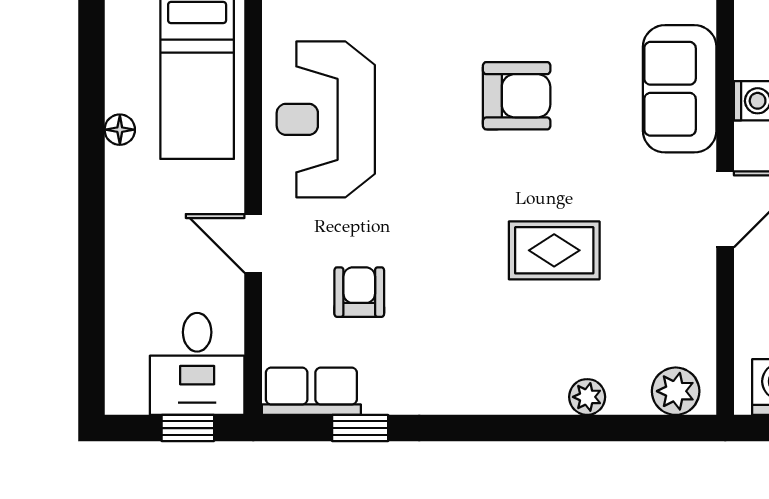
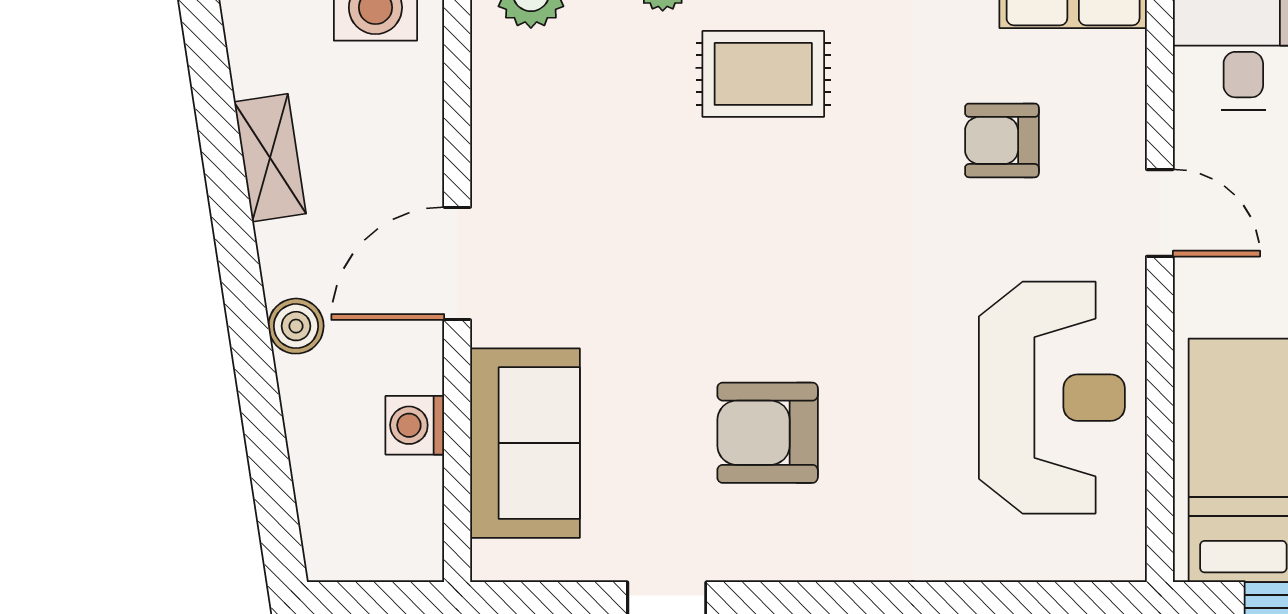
rug: (554, 250) -> (763, 74), moved
armchair: (359, 292) -> (1002, 140), turned 90

